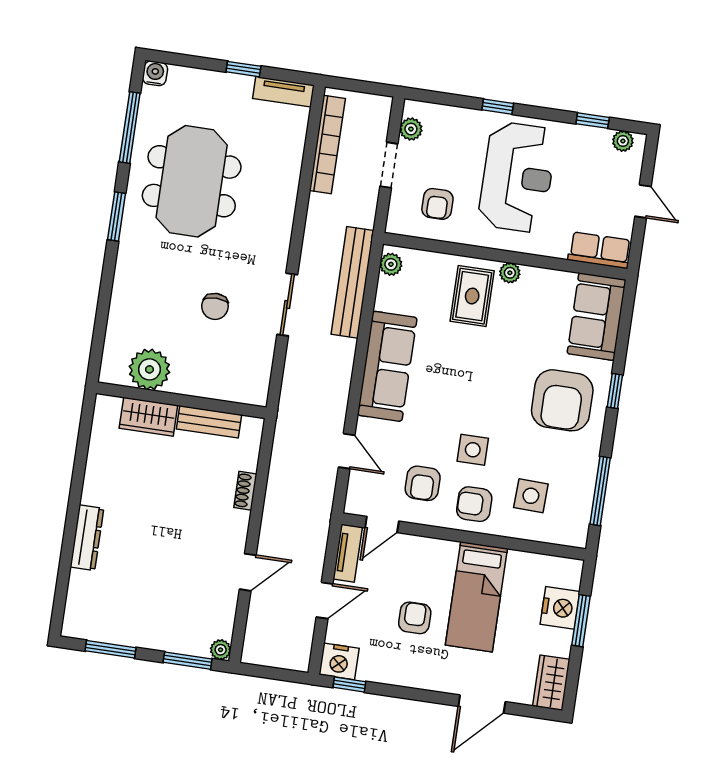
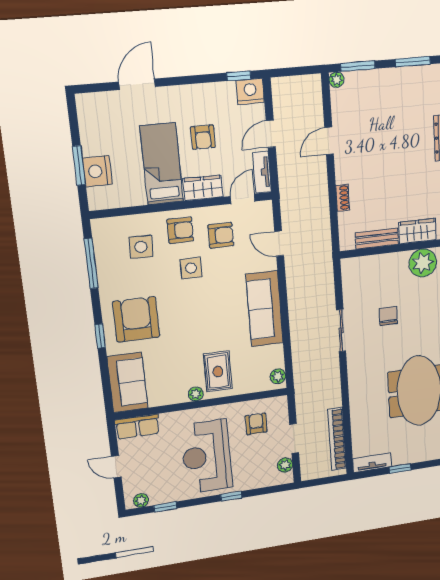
bench: (352, 282) -> (301, 357), removed
armchair: (423, 483) -> (221, 235), turned 90
wardrobe: (551, 683) -> (203, 188), moved, turned -90

